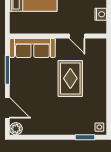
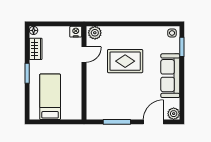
nightstand: (101, 14) -> (76, 32), moved
plant: (100, 47) -> (95, 33), added
sofa: (32, 48) -> (170, 76), moved, turned 180

